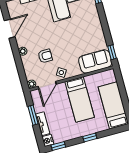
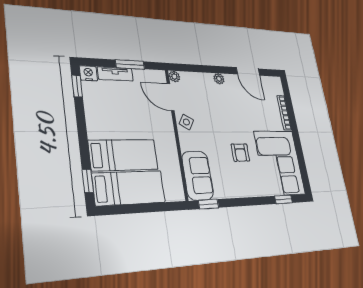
armchair: (45, 56) -> (240, 153), moved
bed: (80, 99) -> (123, 155), moved, turned 180
window: (90, 137) -> (88, 181), moved

